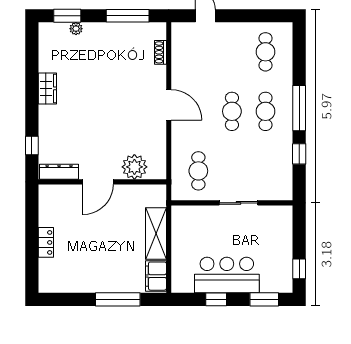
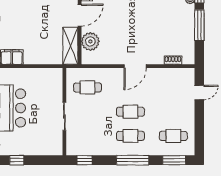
window: (128, 16) -> (199, 25), moved
window: (299, 51) -> (174, 160), added
window: (299, 154) -> (85, 160), moved
door: (98, 182) -> (80, 15), swing flipped
shelving: (156, 233) -> (70, 46), moved, turned 90

